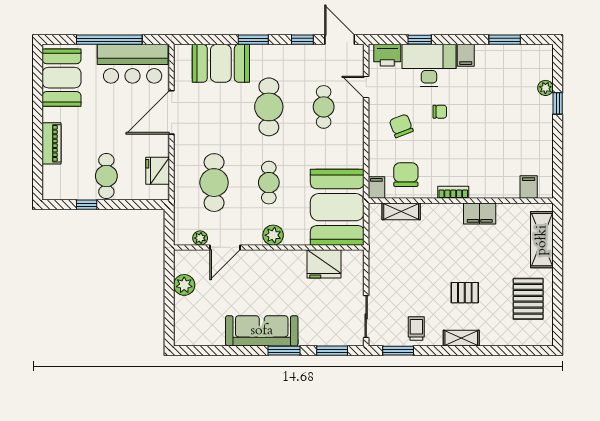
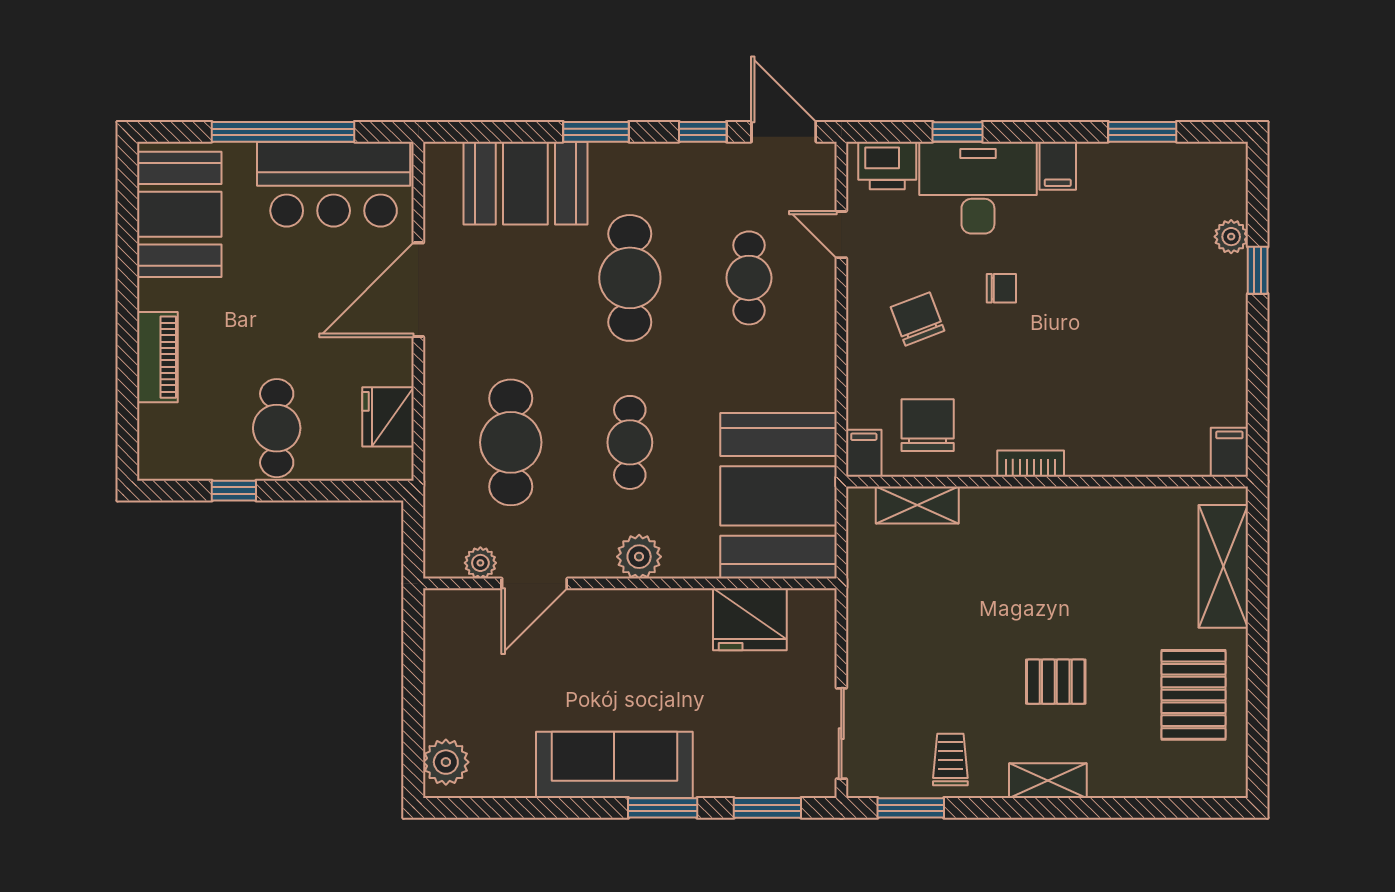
filing cabinet: (529, 187) -> (1229, 452), moved
filing cabinet: (480, 213) -> (1088, 510), removed
plant: (184, 285) -> (446, 762), moved

